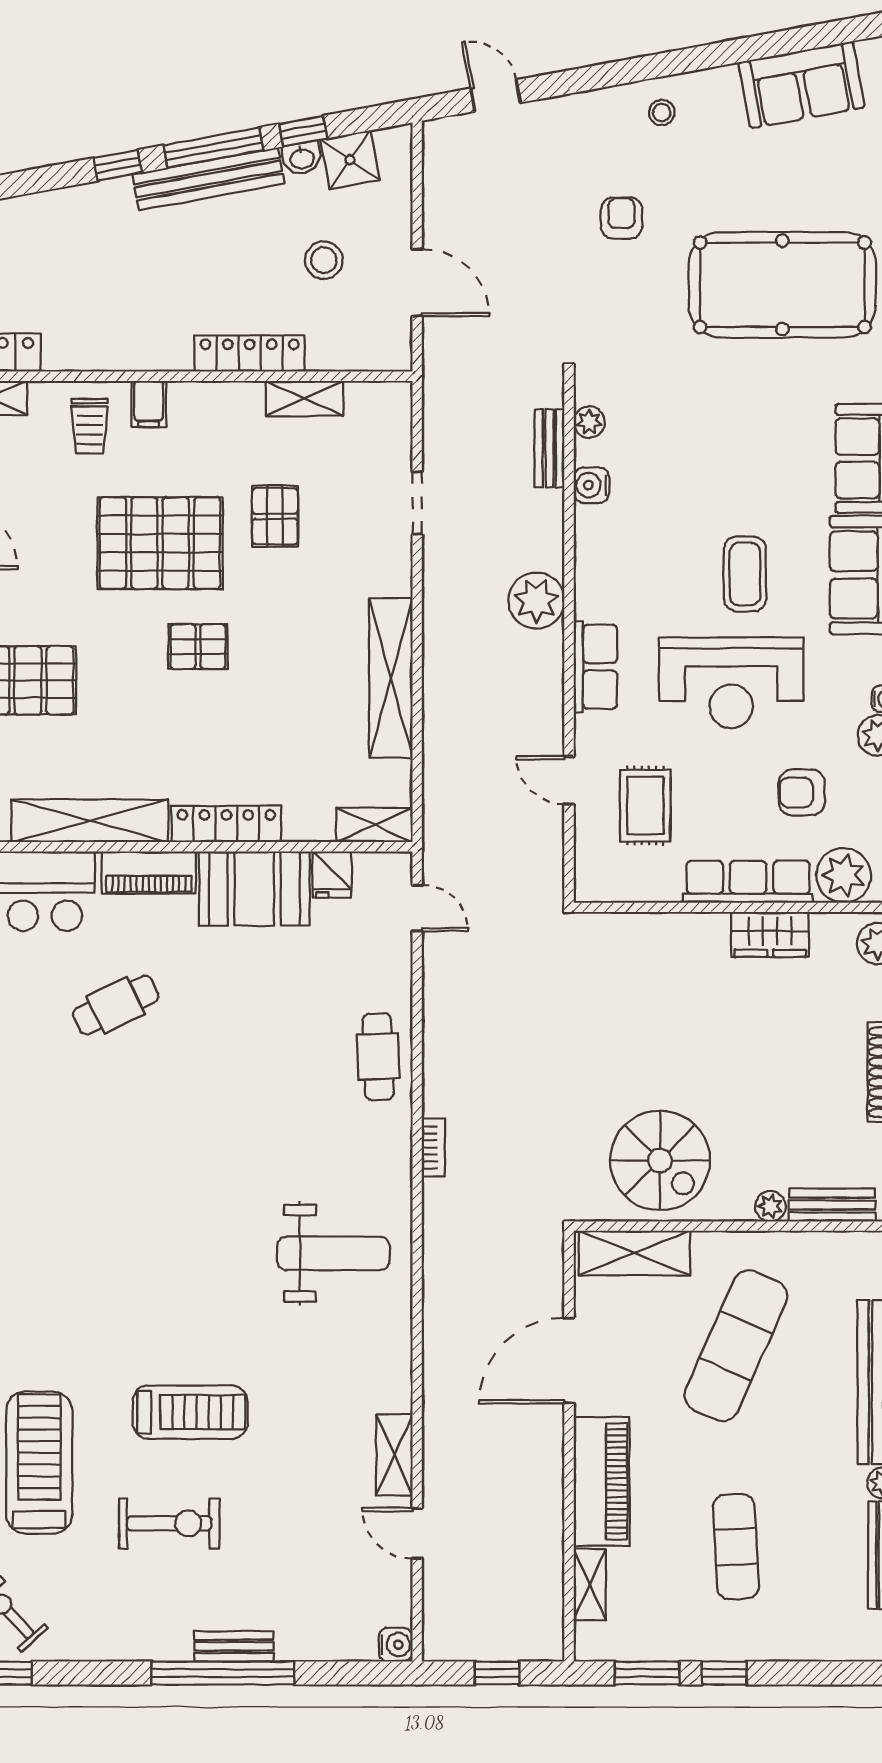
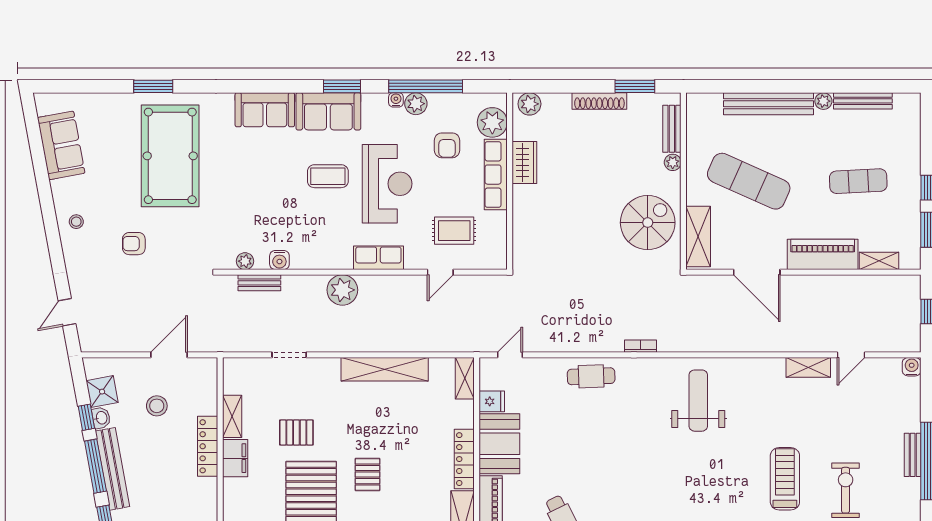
filing cabinet: (149, 404) -> (235, 458), moved, width x2.00

